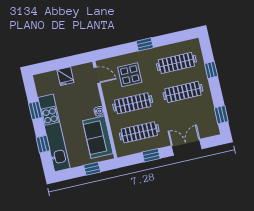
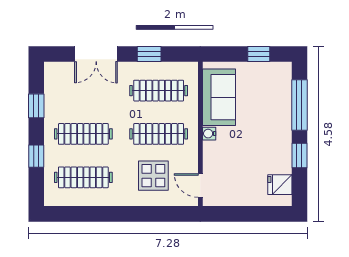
window: (145, 44) -> (122, 214), removed
fridge: (65, 76) -> (280, 185), moved, turned -90
window: (221, 115) -> (36, 106), moved
kitchen unit: (54, 133) -> (280, 117), removed
window: (43, 144) -> (299, 105), width x2.17
window: (92, 169) -> (259, 54), moved

